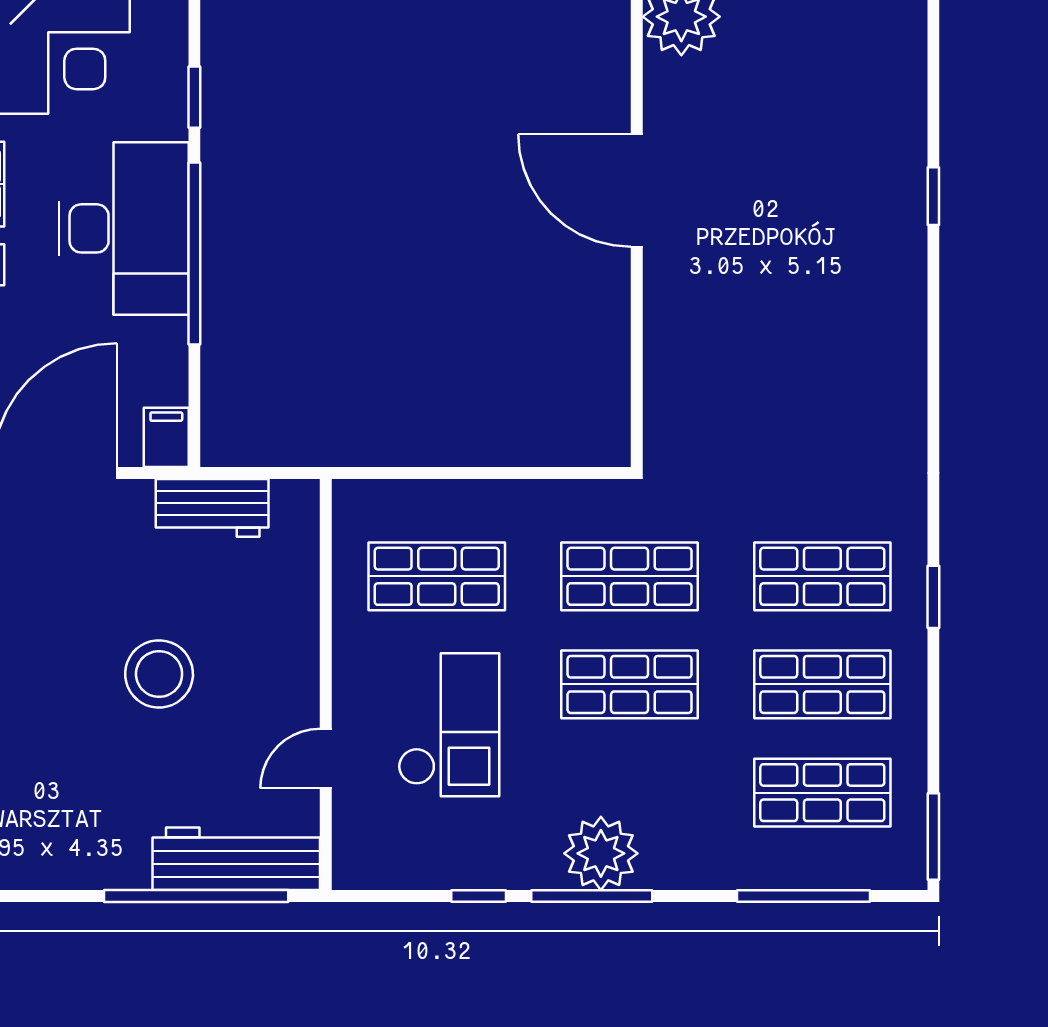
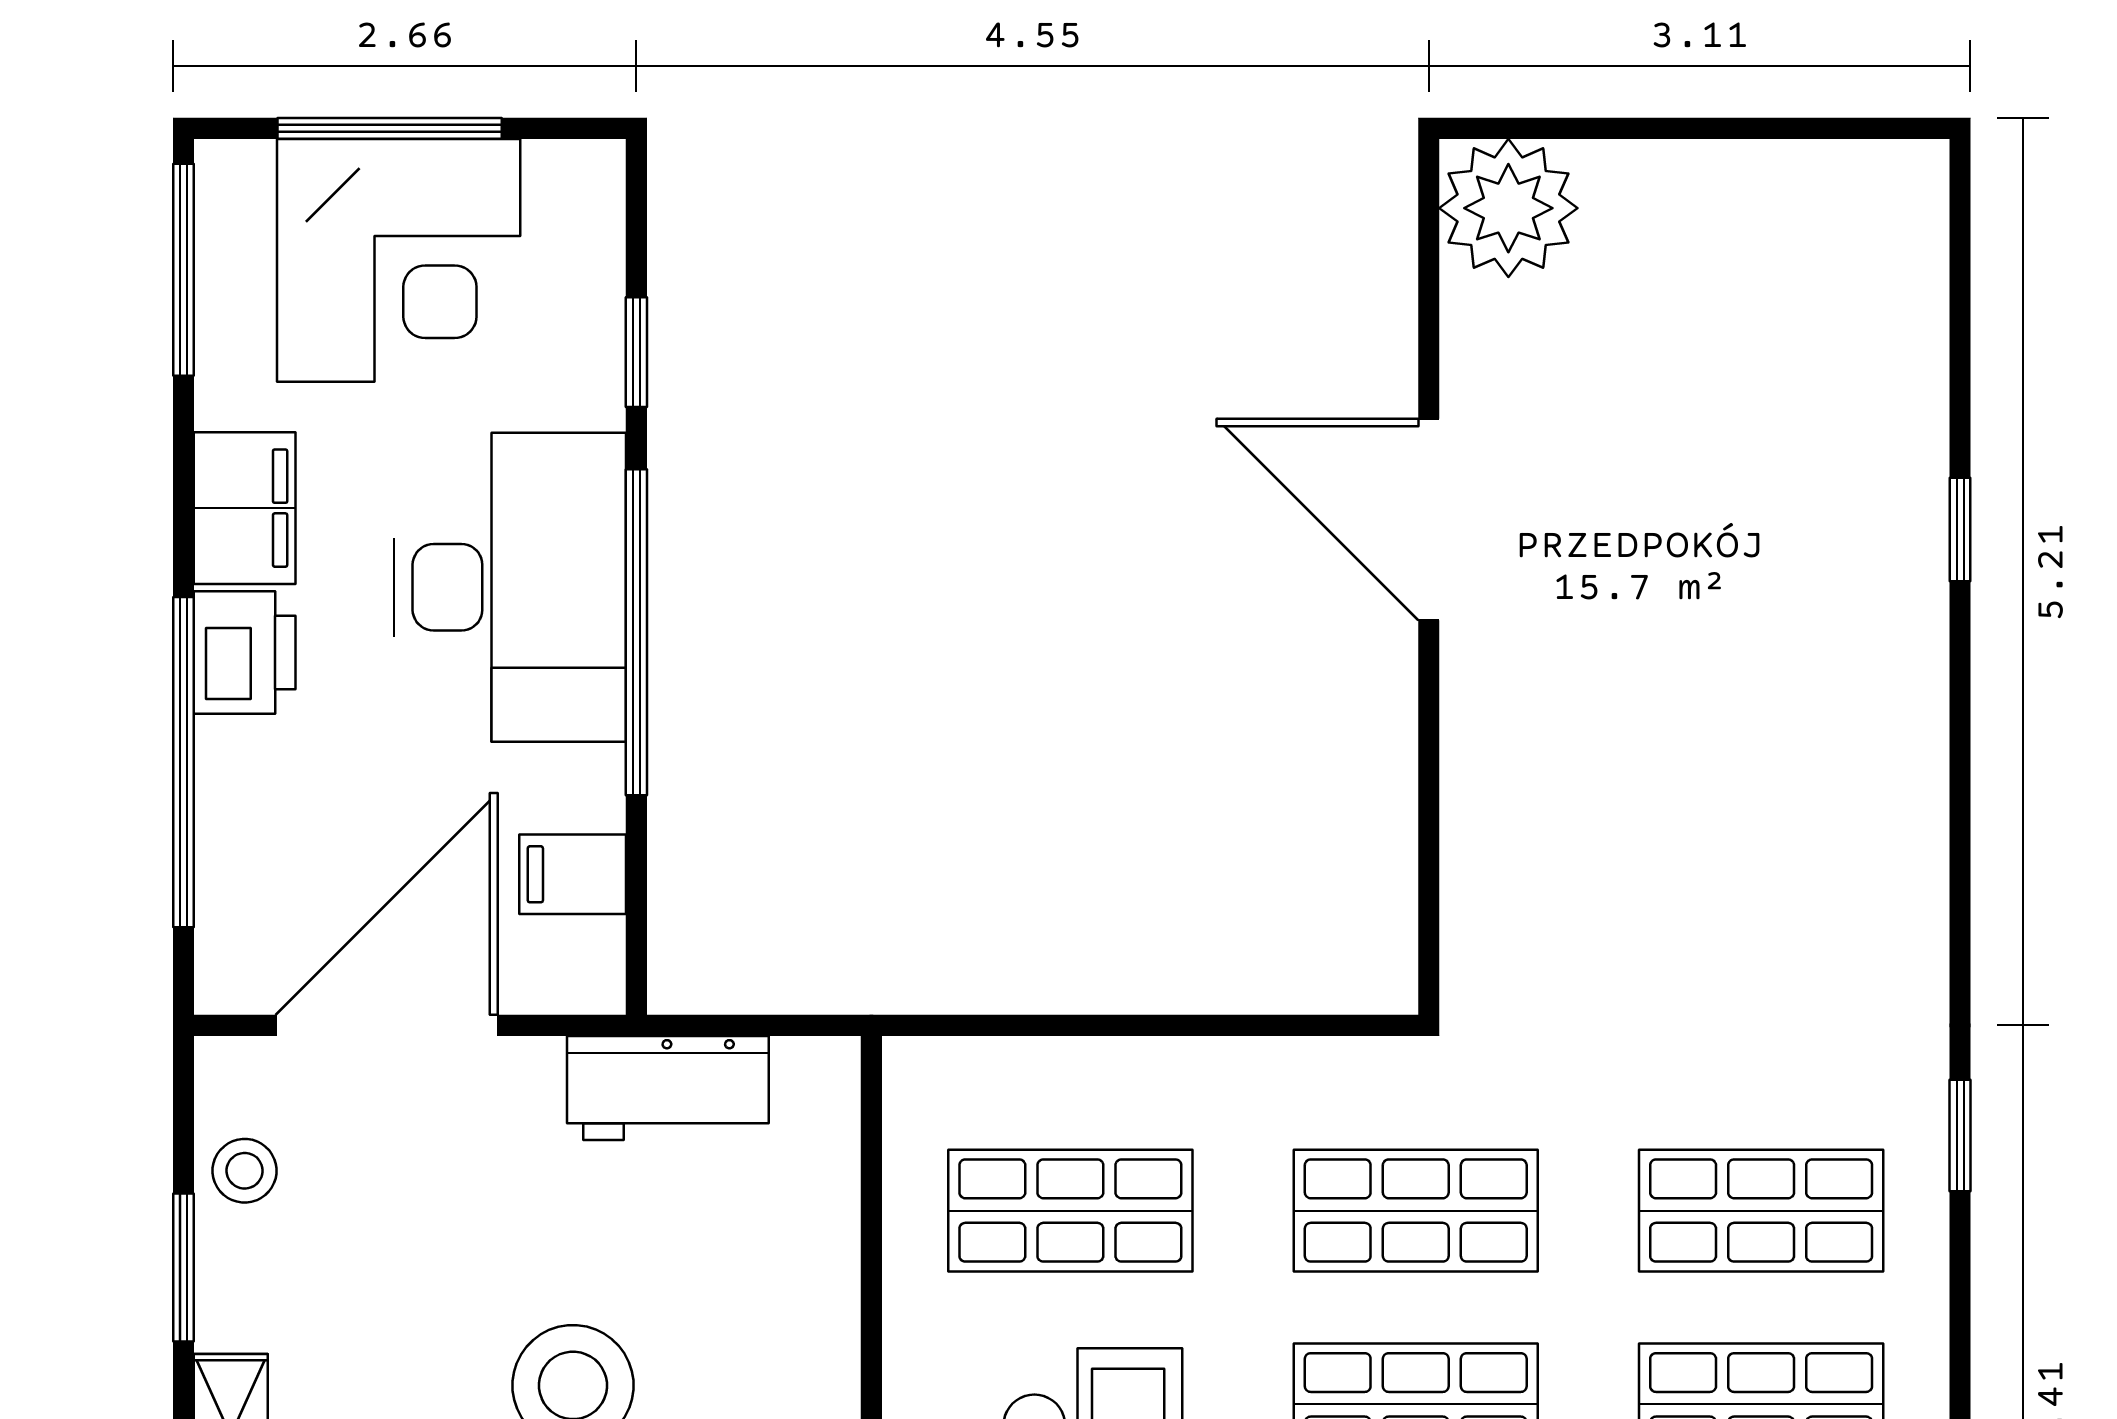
filing cabinet: (166, 437) -> (573, 874), moved, turned -90
window: (933, 597) -> (1960, 1135), moved

